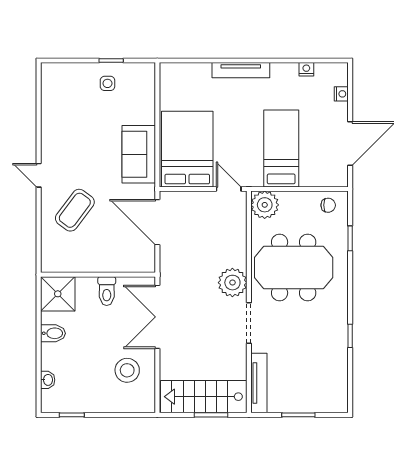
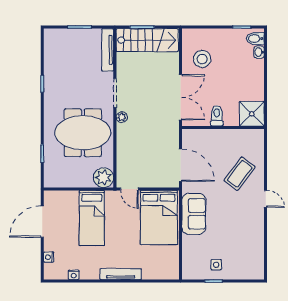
chair: (328, 205) -> (58, 177), removed
plant: (232, 283) -> (122, 117), width x0.53, depth x0.53
bidet: (53, 333) -> (255, 39), moved

